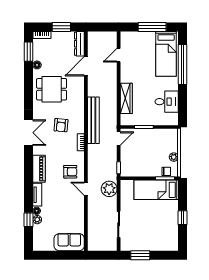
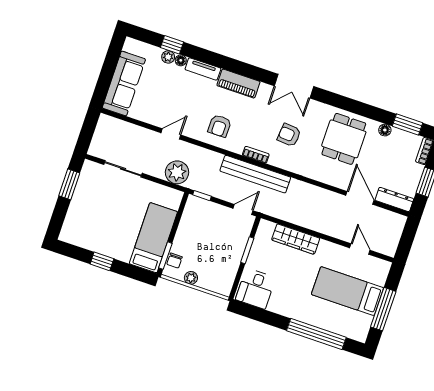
bed: (166, 54) -> (347, 291), moved
desk: (167, 102) -> (256, 289), moved
bench: (93, 120) -> (255, 174), moved
door: (119, 139) -> (243, 209), swing flipped
door: (86, 189) -> (171, 134), moved
sofa: (69, 242) -> (124, 83), width x1.36

